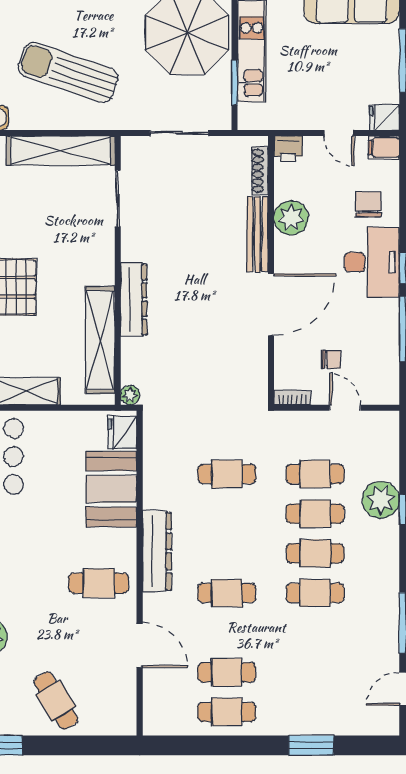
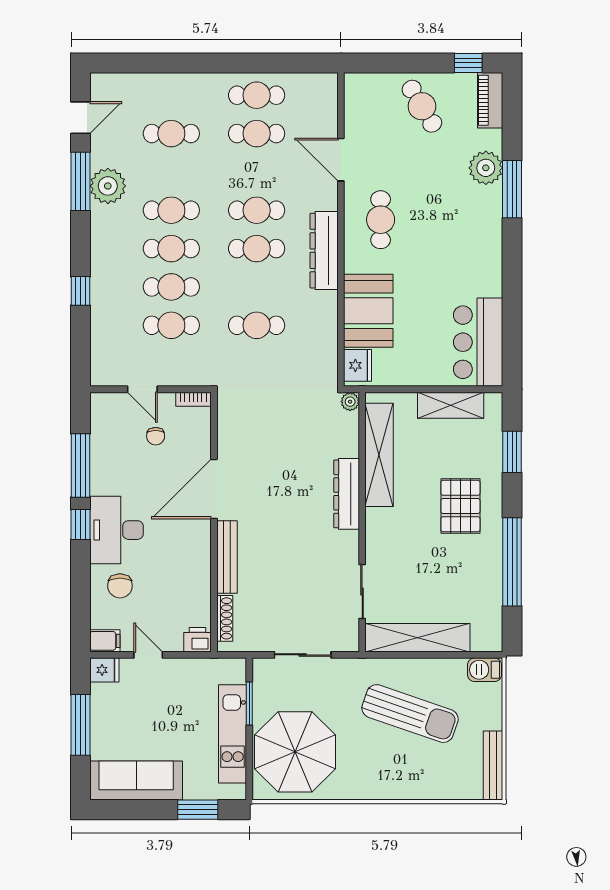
plant: (291, 218) -> (195, 573), removed
chair: (331, 359) -> (156, 436), turned -90
plant: (381, 500) -> (108, 186), moved
cafe table: (227, 553) -> (257, 249), added
cafe table: (99, 583) -> (381, 220), turned 90
cafe table: (315, 672) -> (171, 134), added
window: (311, 745) -> (175, 63), removed

